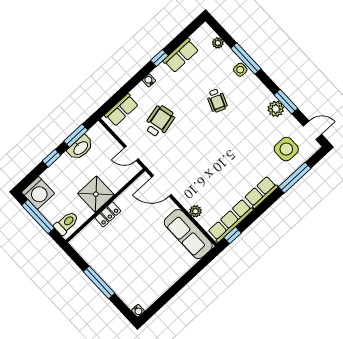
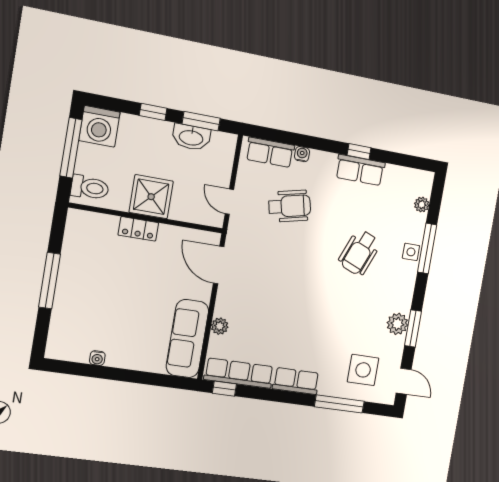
row of seats: (181, 55) -> (360, 170), moved
water cooler: (149, 80) -> (302, 154), moved
wheelchair: (217, 101) -> (359, 253), width x1.36, depth x1.37
water cooler: (138, 311) -> (97, 358), moved

